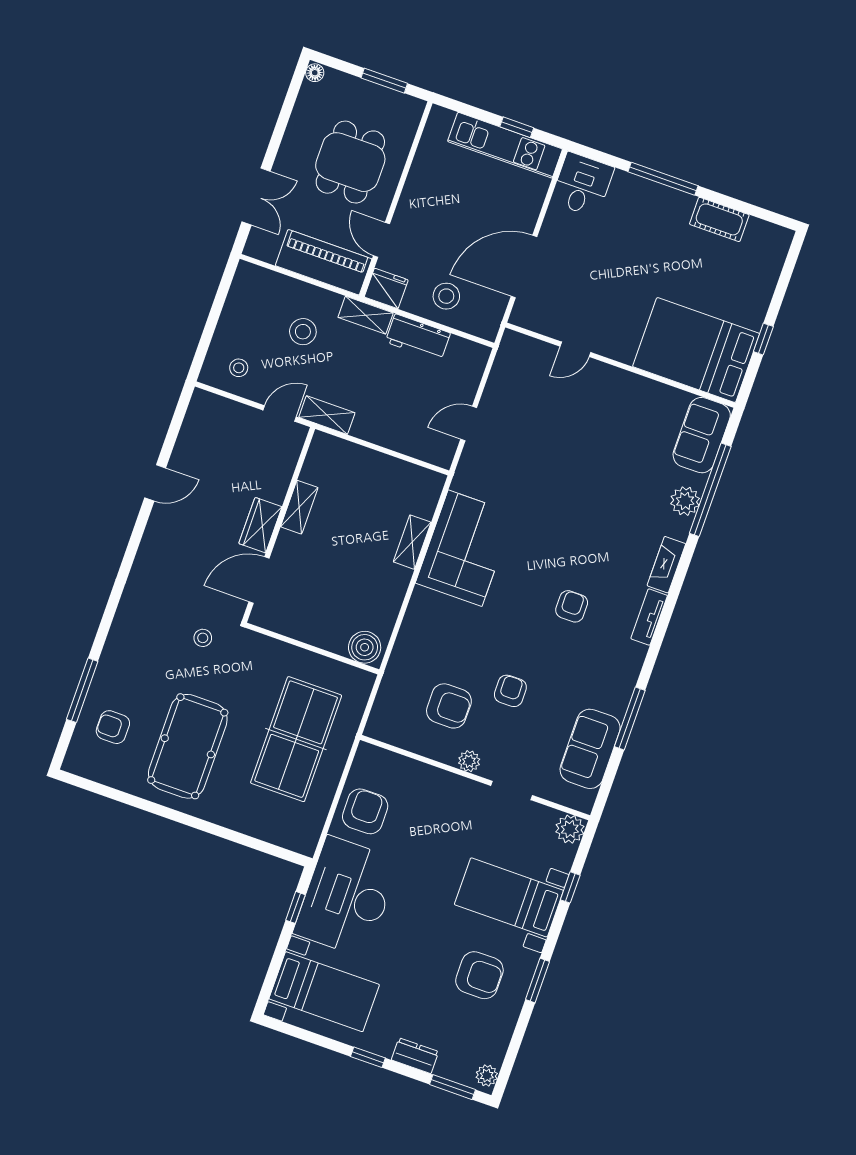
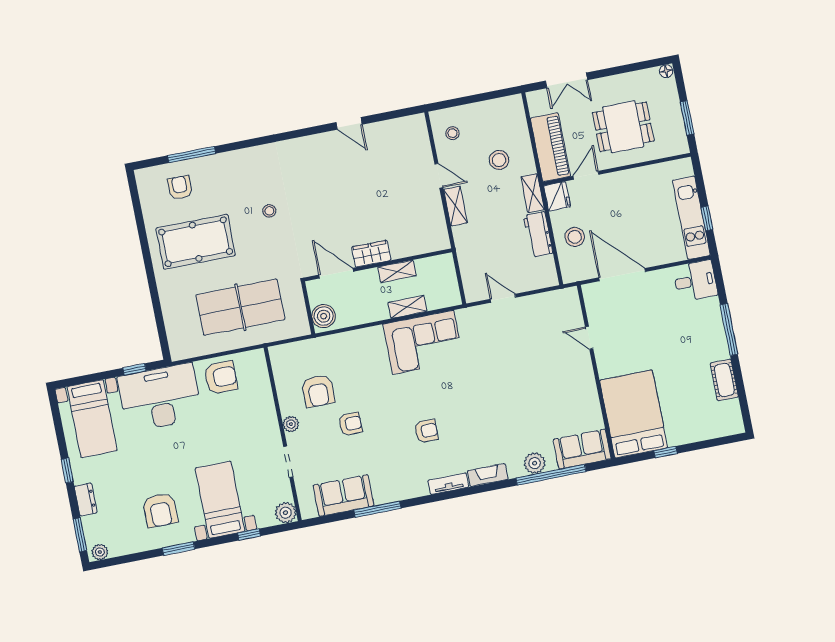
shelving: (299, 507) -> (397, 271), moved
wardrobe: (260, 525) -> (371, 254), moved
wall: (278, 525) -> (378, 265), moved
door: (259, 580) -> (336, 273), moved

